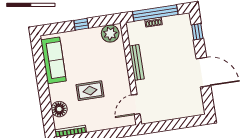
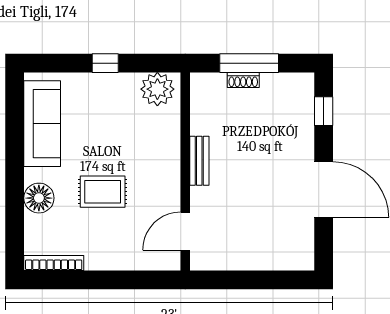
window: (155, 13) -> (249, 63), width x0.68
bench: (137, 62) -> (199, 161), width x0.73
floor lamp: (59, 109) -> (39, 198), moved

